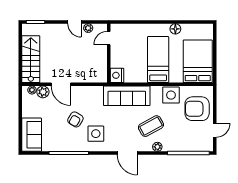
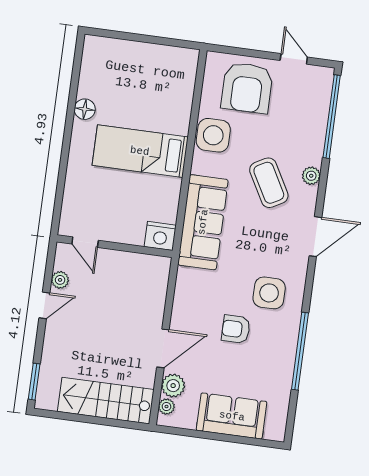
bed: (198, 61) -> (154, 74), removed
armchair: (75, 119) -> (236, 329), turned 149
sofa: (32, 135) -> (232, 416), moved

